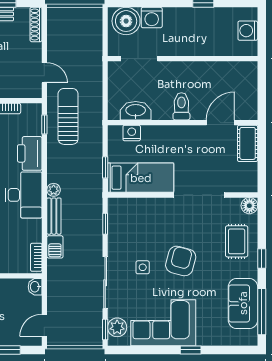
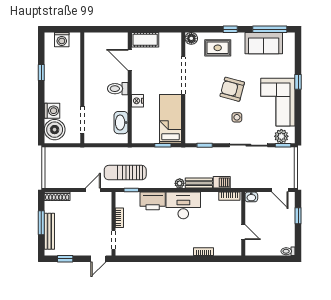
nightstand: (132, 133) -> (137, 101), moved

